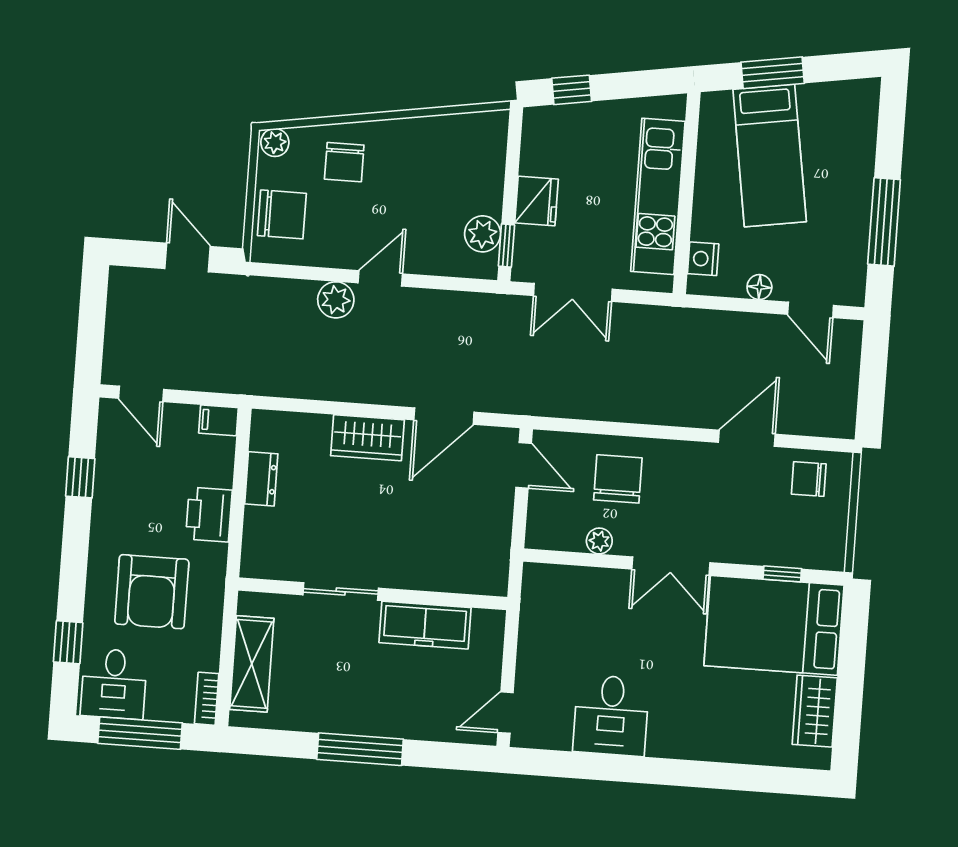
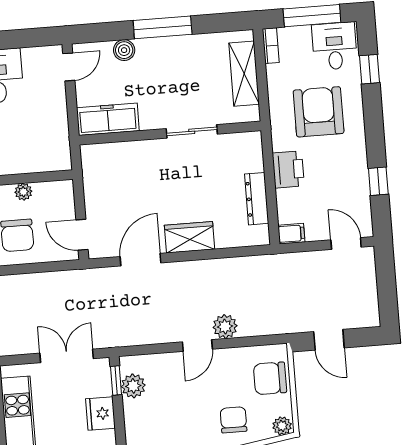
dresser: (261, 479) -> (257, 199), width x1.44
freezer: (425, 625) -> (108, 119), moved
boiler: (421, 725) -> (124, 50), added

